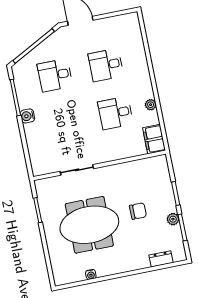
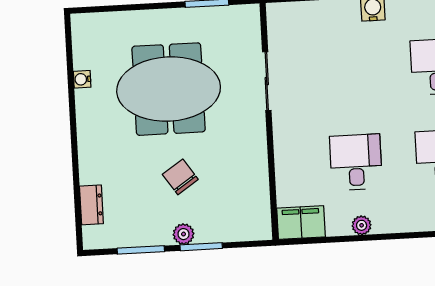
chair: (138, 211) -> (180, 177), turned 146
plant: (173, 219) -> (183, 234), moved
meeting table: (89, 225) -> (169, 89), turned 90

